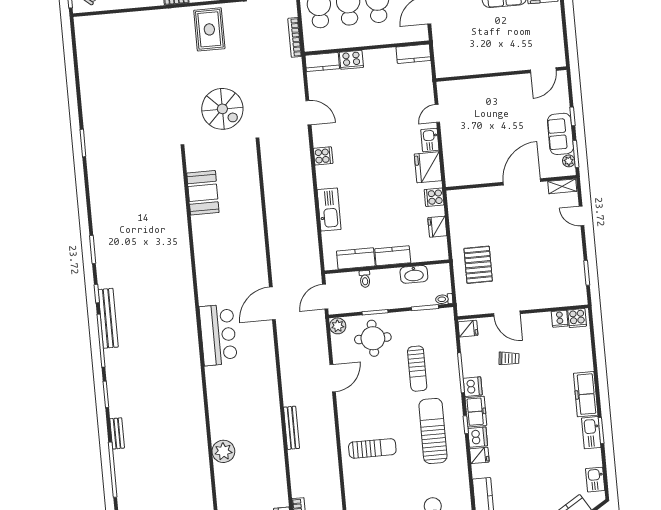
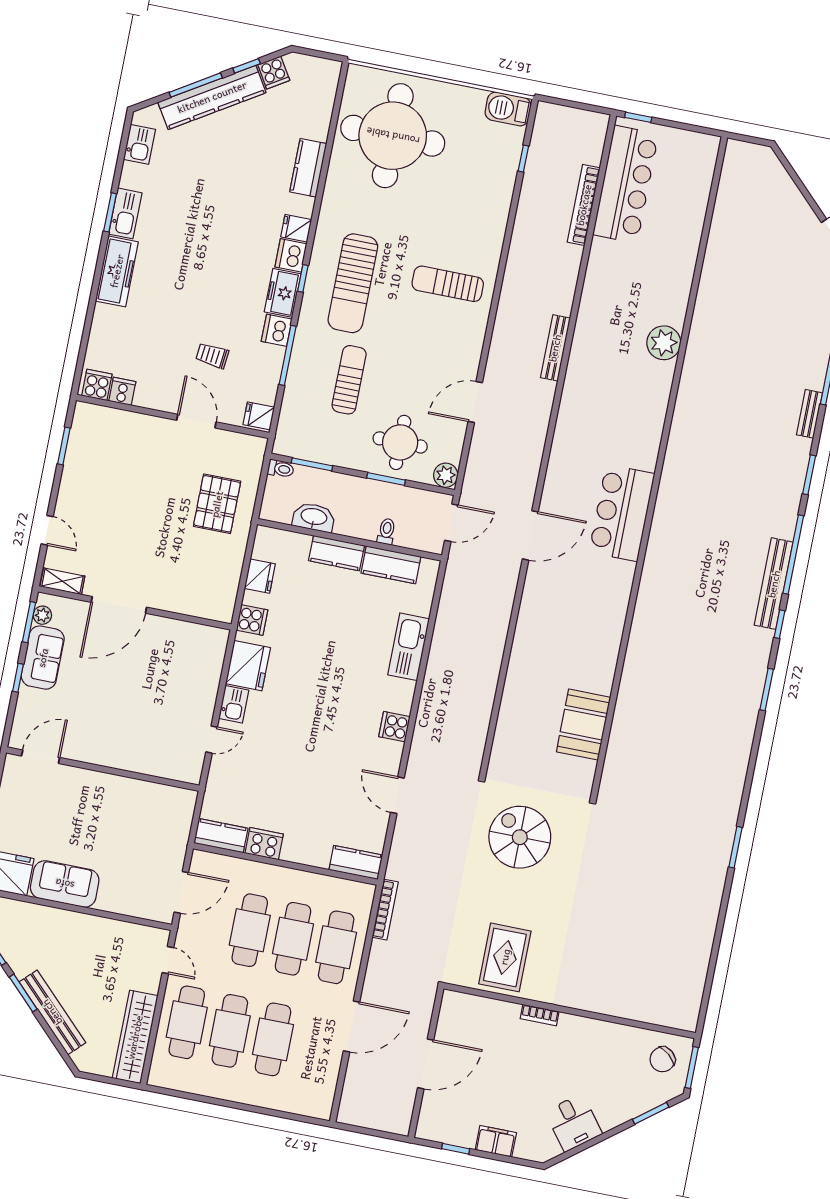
cooker: (351, 60) -> (264, 844), moved

